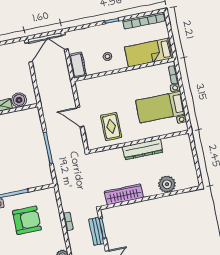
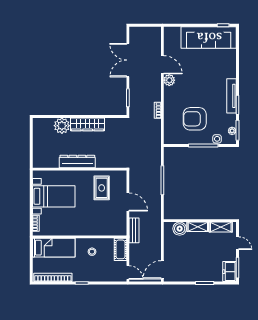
wardrobe: (124, 194) -> (88, 124), moved
bench: (96, 231) -> (134, 230), moved

